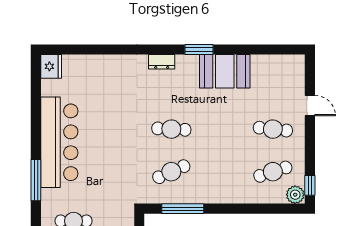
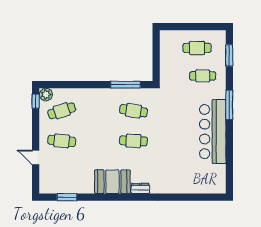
window: (199, 50) -> (67, 197), moved
fridge: (51, 66) -> (219, 185), removed
booth: (225, 71) -> (112, 182), moved
cafe table: (171, 172) -> (134, 111), turned 33

